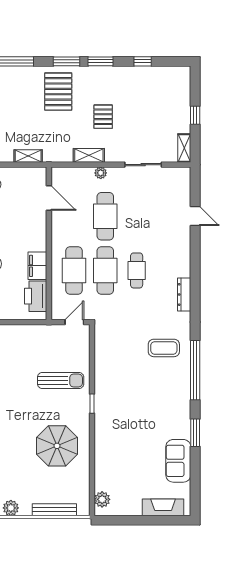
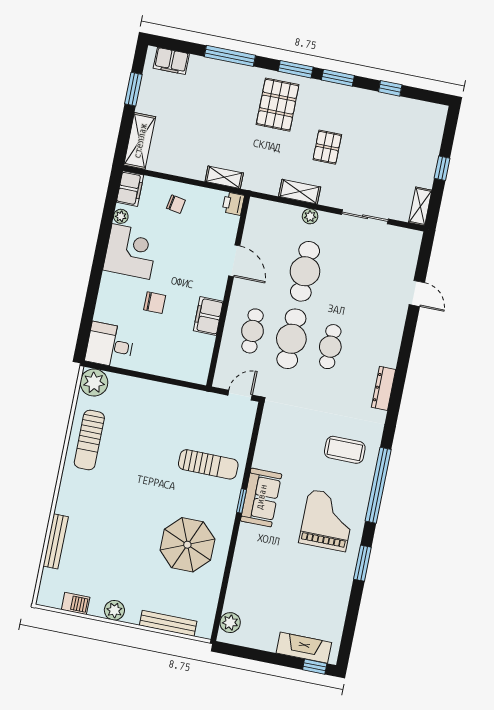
door: (49, 198) -> (234, 261), moved
cafe table: (74, 270) -> (252, 331), width x0.73, depth x0.74
printer: (36, 296) -> (233, 204), moved, width x0.53, depth x0.68
grand piano: (161, 405) -> (327, 520), added
sofa: (178, 461) -> (261, 497), moved, turned 180
window: (174, 520) -> (315, 667), added

